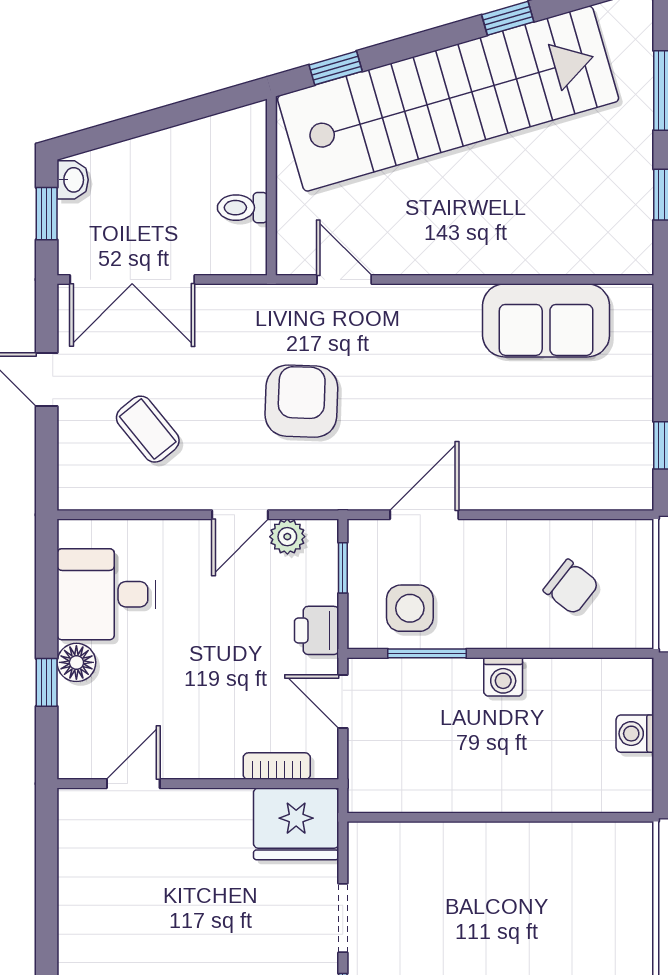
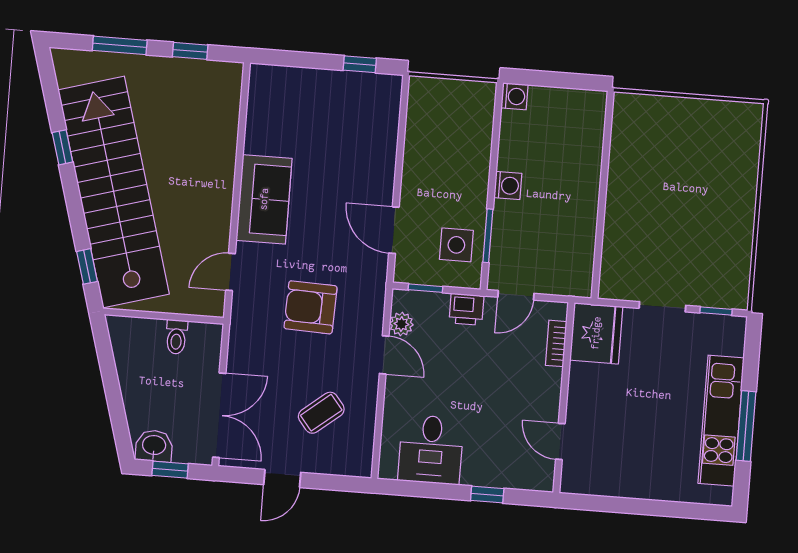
washbasin: (73, 180) -> (154, 446), width x1.38, depth x1.45
sofa: (546, 320) -> (264, 199), moved
chair: (571, 587) -> (451, 135), removed
floor lamp: (76, 662) -> (475, 473), removed
washing machine: (635, 734) -> (514, 96), moved, turned -90

